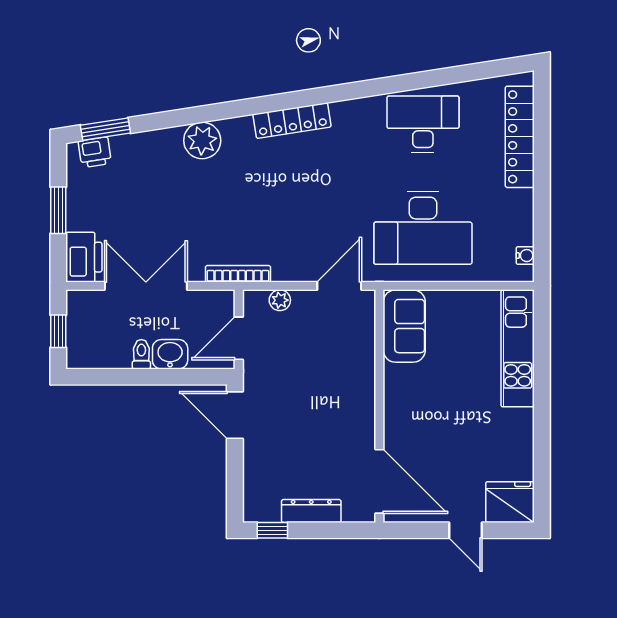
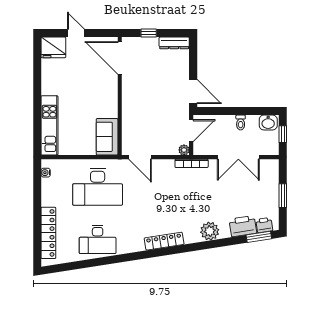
desk: (423, 228) -> (98, 187), turned 180
printer: (84, 257) -> (243, 226), moved, turned 81
door: (339, 286) -> (140, 157), hinge flipped
plant: (280, 300) -> (184, 150), moved
washbasin: (170, 354) -> (268, 122), moved
dresser: (311, 511) -> (174, 43), moved
window: (272, 530) -> (149, 33), moved

